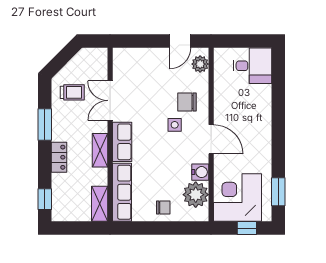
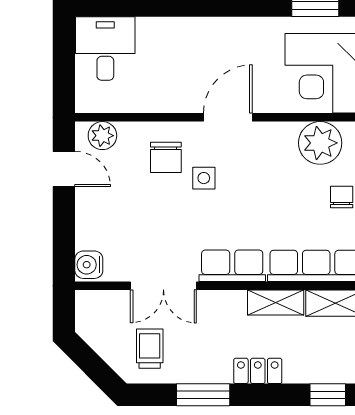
shelving: (100, 150) -> (276, 302), moved
water cooler: (200, 172) -> (89, 265), moved, turned -90

